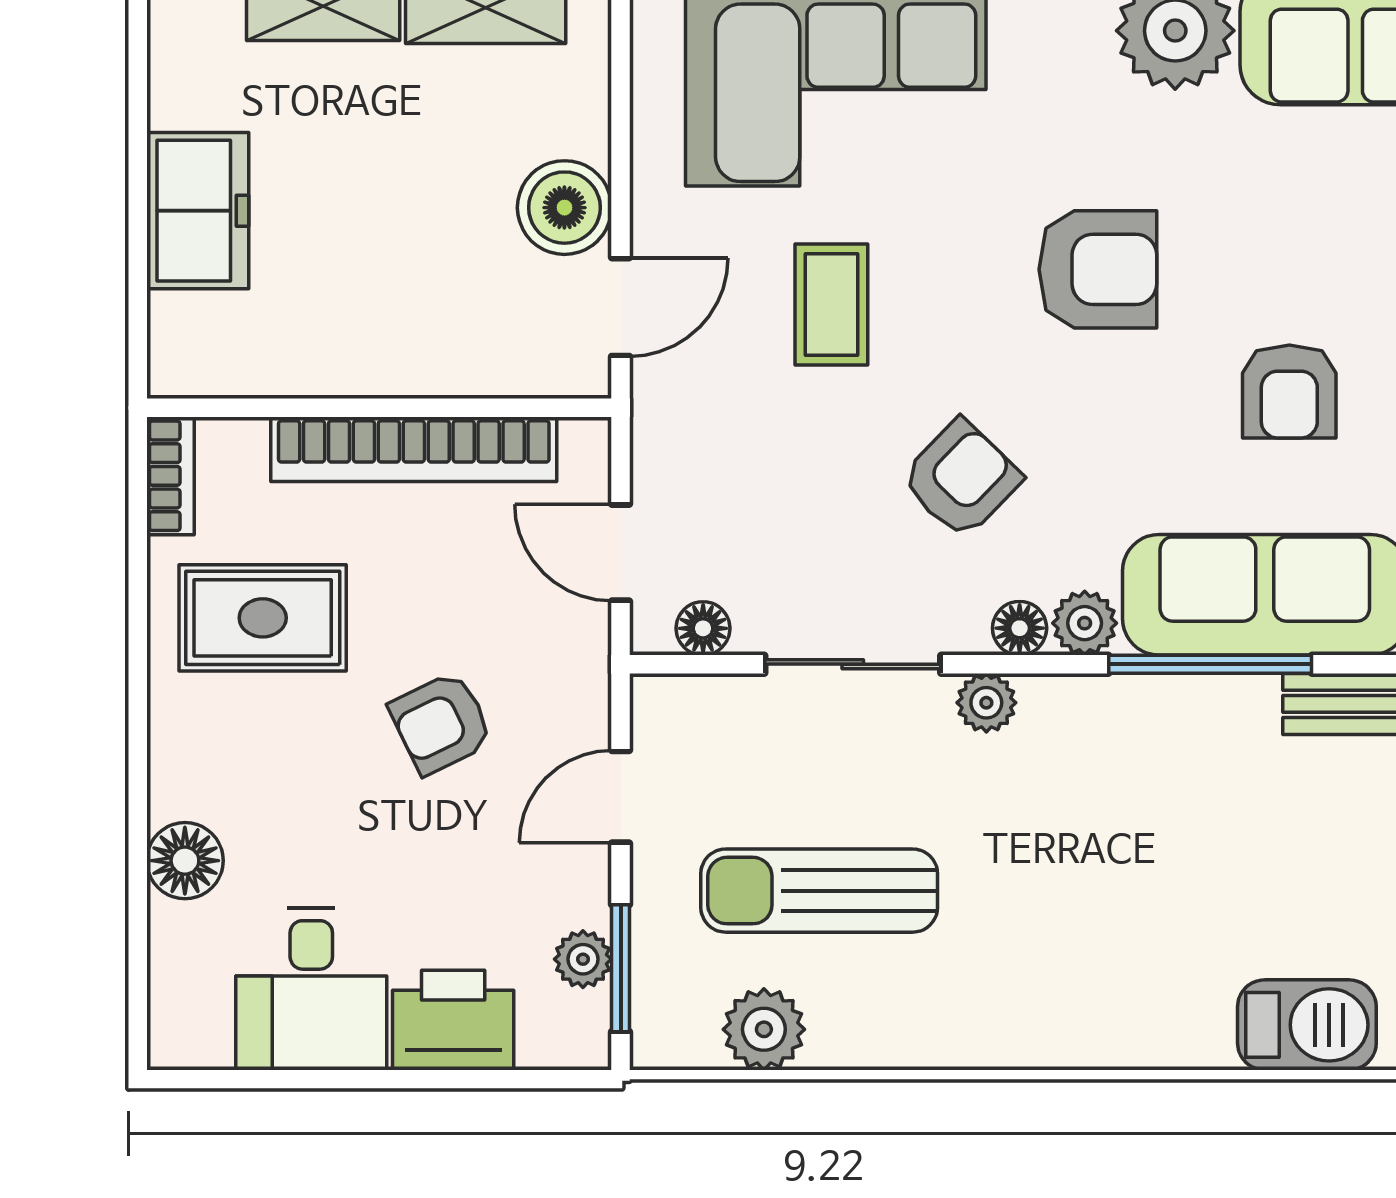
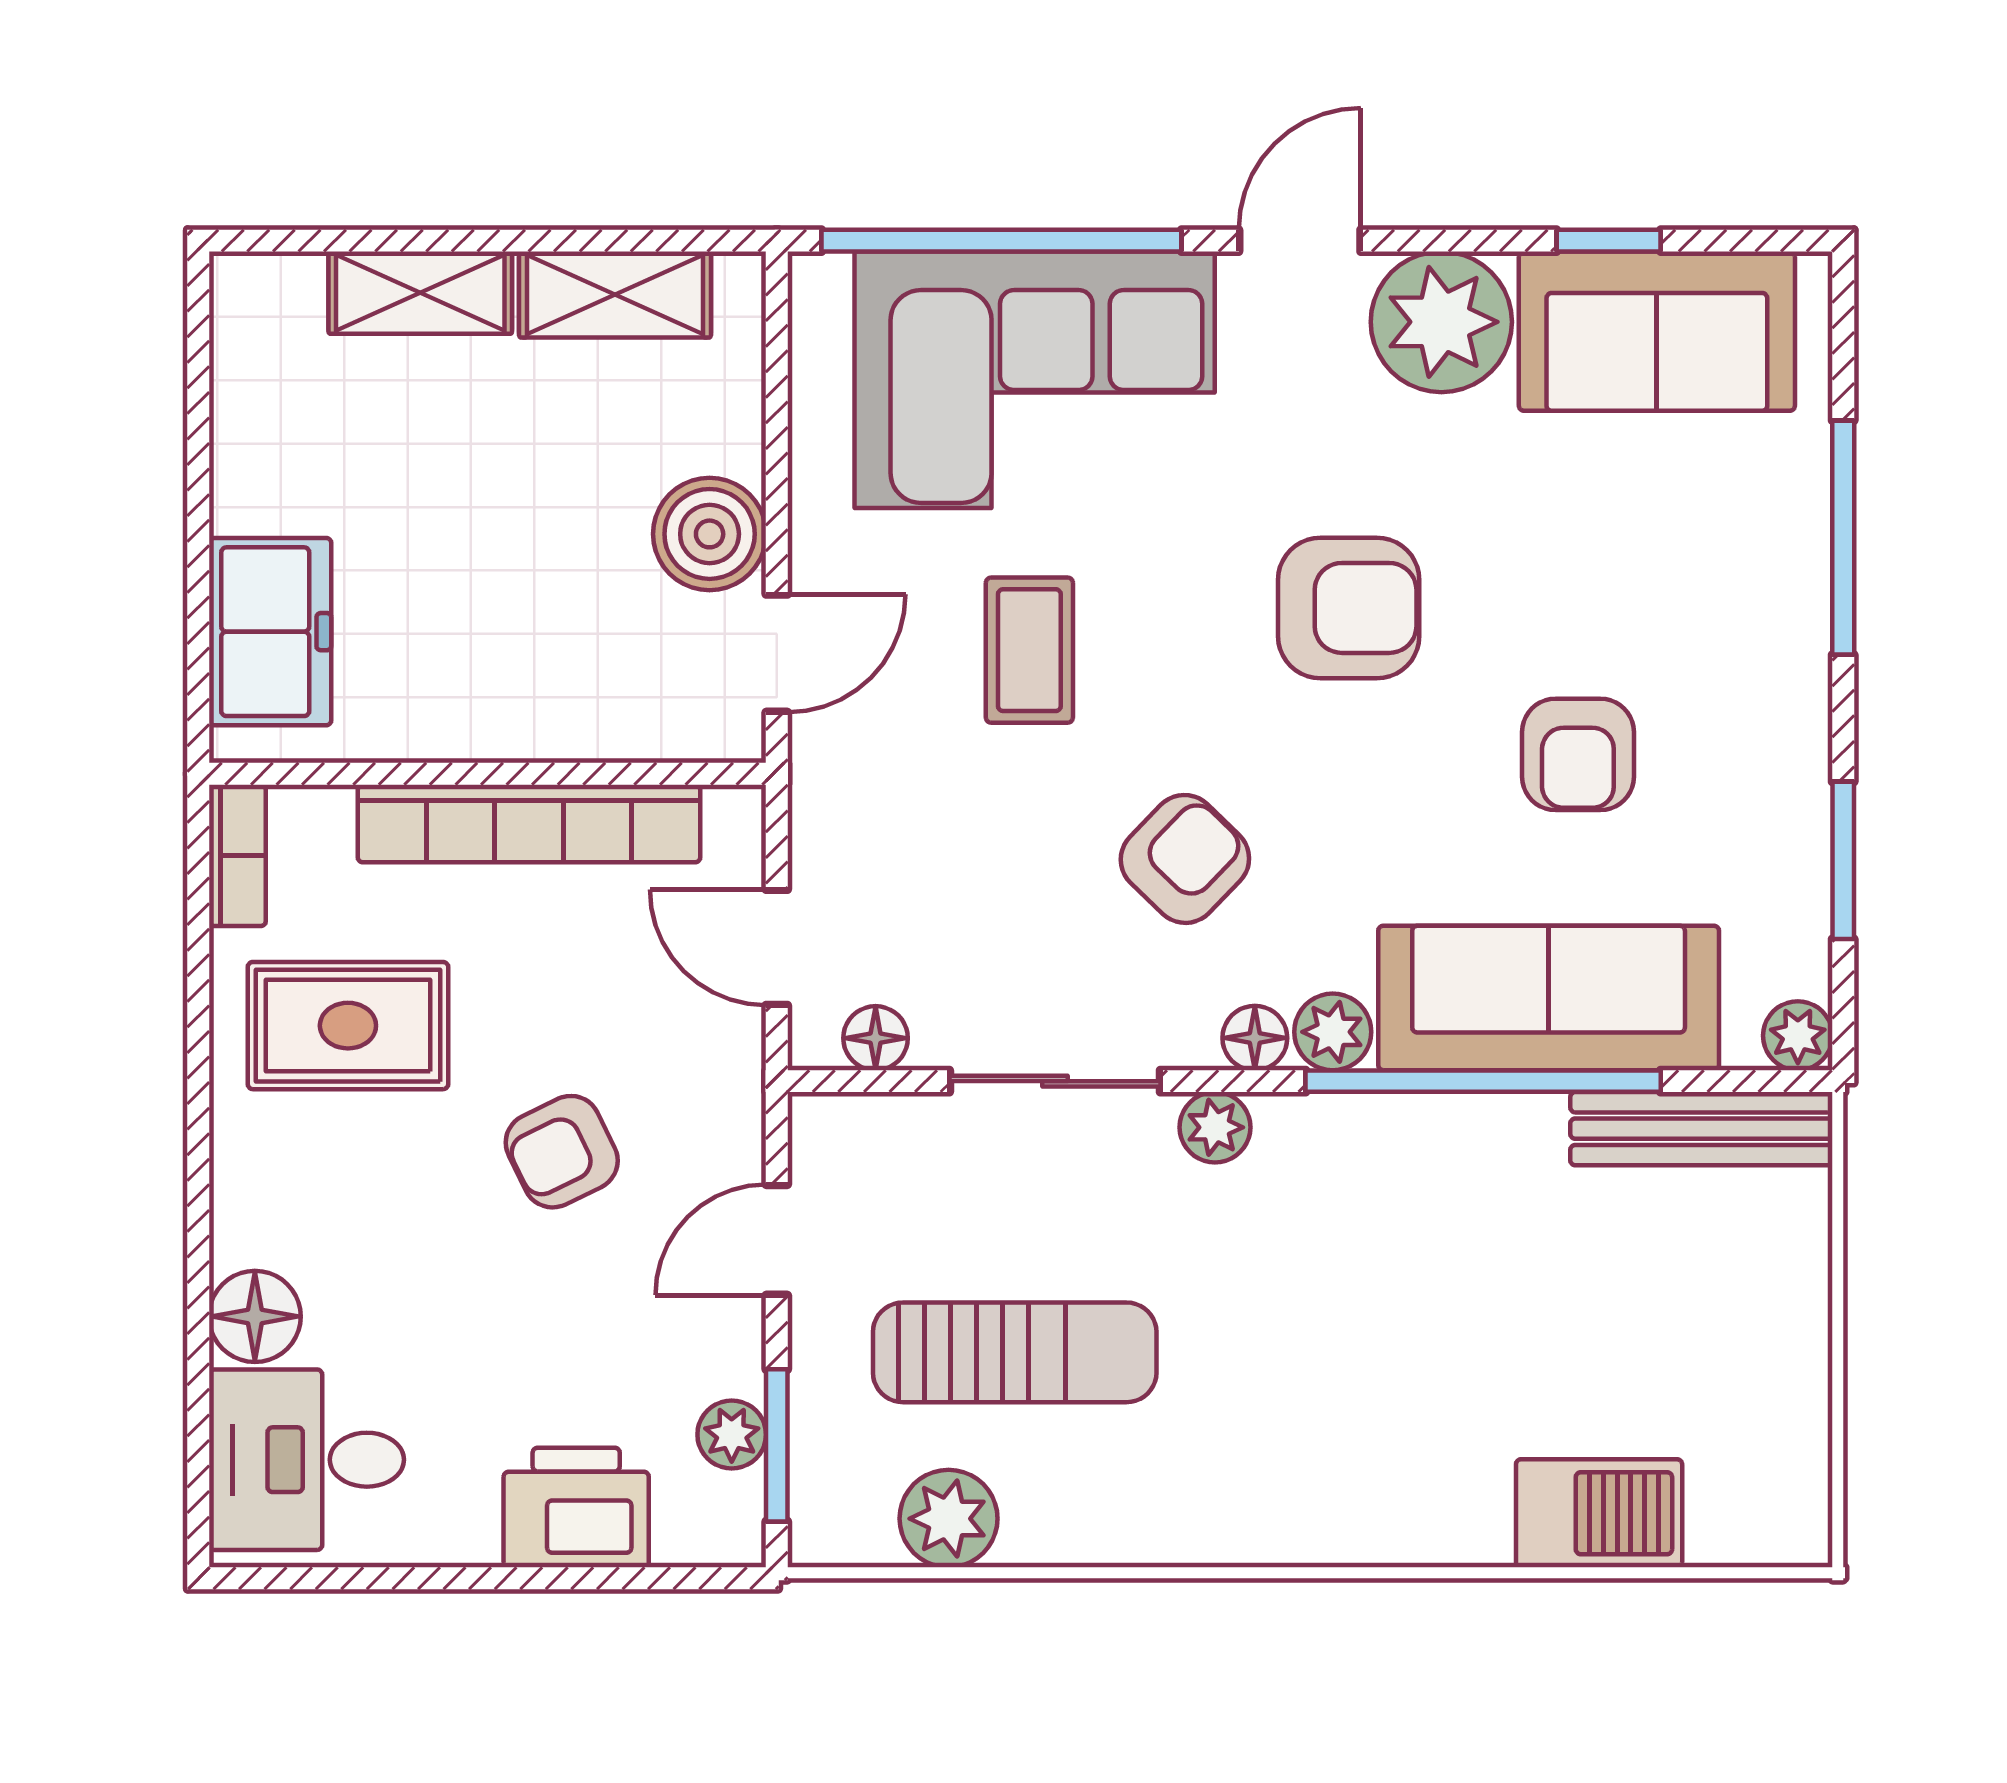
freezer: (198, 211) -> (270, 632), moved
window: (1210, 664) -> (1483, 1081), width x1.46
sun lounger: (819, 891) -> (1015, 1352), turned 180
desk: (311, 989) -> (307, 1460), moved, turned 90

